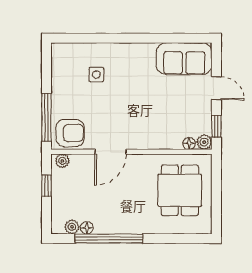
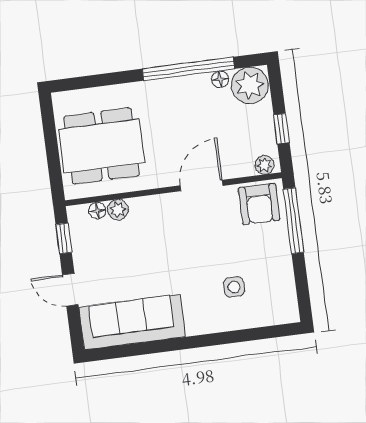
sofa: (184, 59) -> (132, 322), width x1.36
armchair: (70, 133) -> (259, 204), turned -90
plant: (204, 142) -> (118, 210), moved
dining table: (180, 190) -> (102, 146), width x1.38
plant: (72, 227) -> (250, 85), width x1.87, depth x1.87

